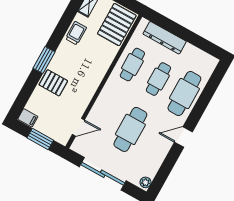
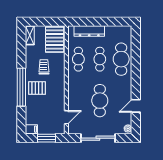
trolley: (76, 33) -> (44, 67), moved
window: (44, 60) -> (21, 87), width x2.11
pallet: (53, 83) -> (37, 88), moved
door: (183, 137) -> (136, 106), moved

